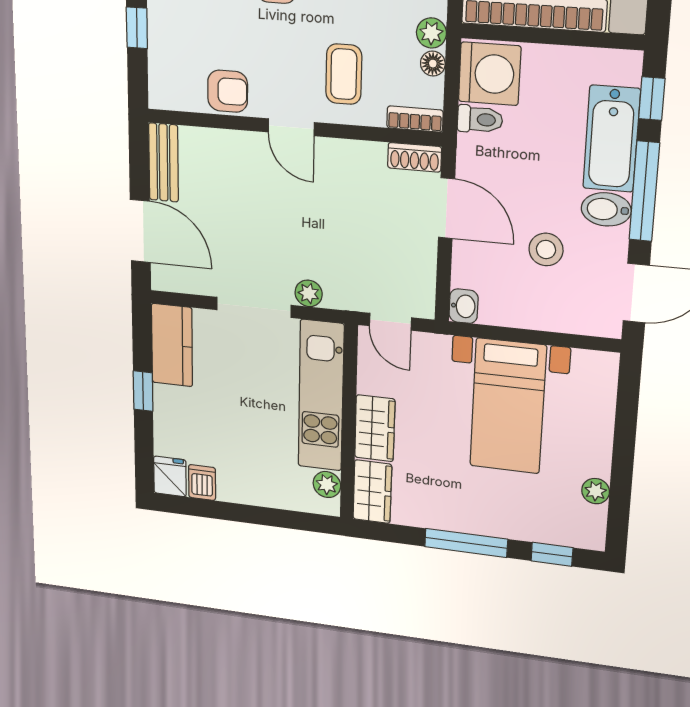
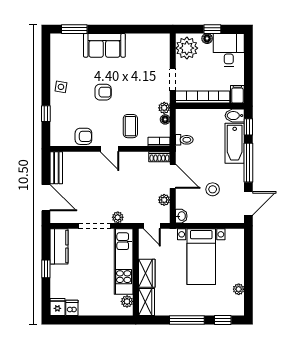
washing machine: (490, 74) -> (187, 122), removed
bidet: (606, 209) -> (235, 116), moved
plant: (423, 263) -> (164, 200), added

